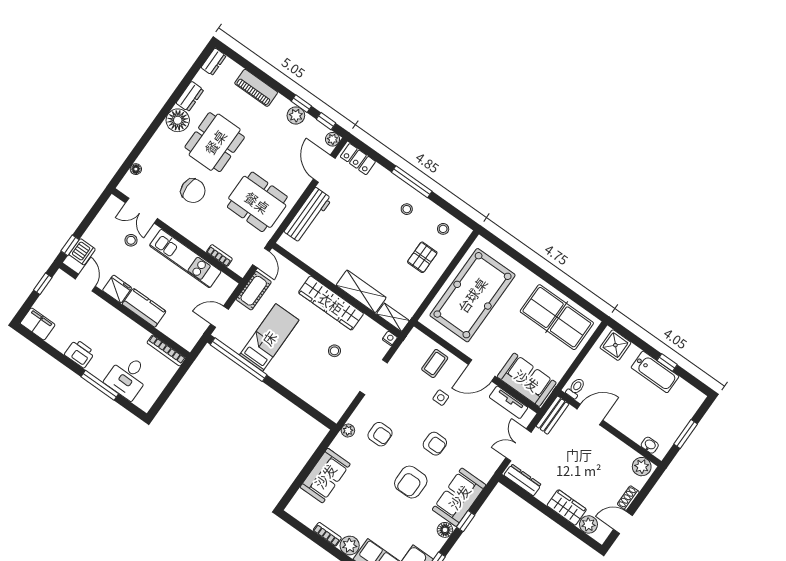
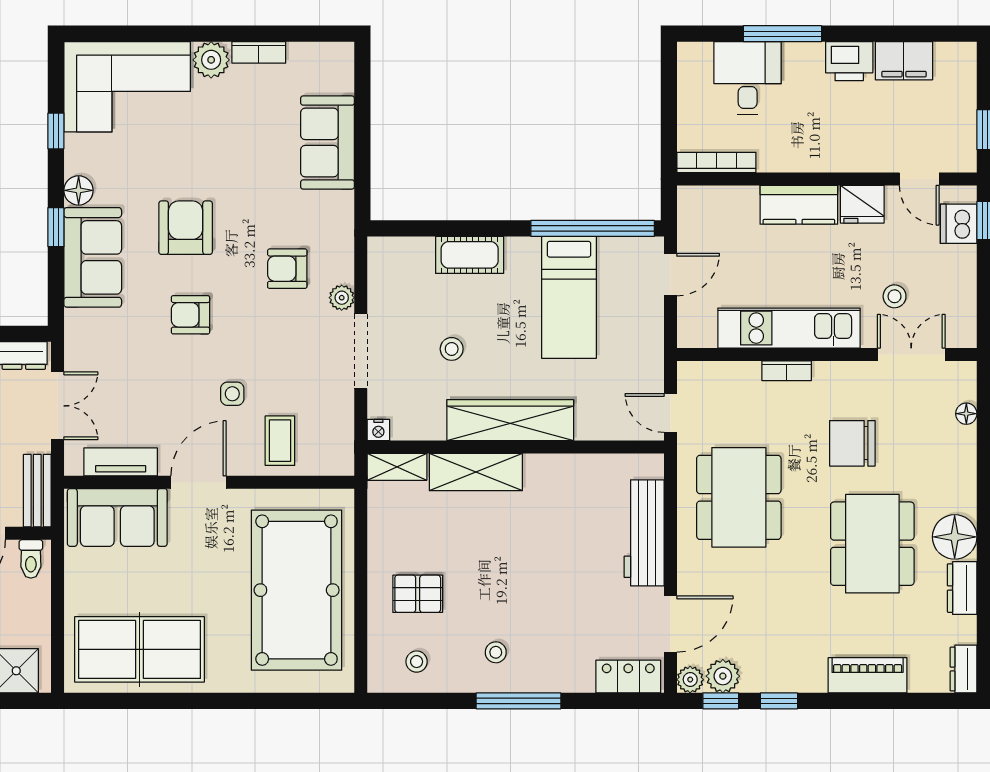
plant: (296, 115) -> (723, 676), moved
door: (324, 169) -> (670, 624), hinge flipped
dining table: (257, 202) -> (739, 497), turned 90
bookcase: (219, 256) -> (787, 371), moved
pallet: (422, 257) -> (418, 594), turned 90
cot: (254, 291) -> (470, 255), moved, turned 90
filing cabinet: (38, 324) -> (904, 61), moved
plant: (348, 430) -> (342, 298), moved

